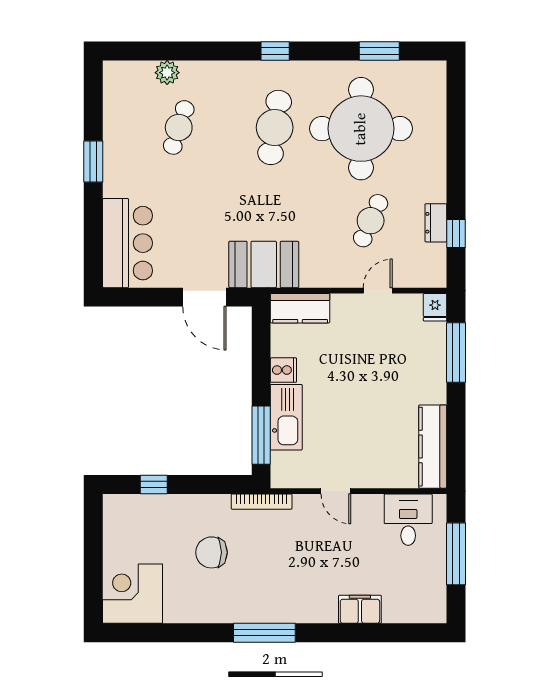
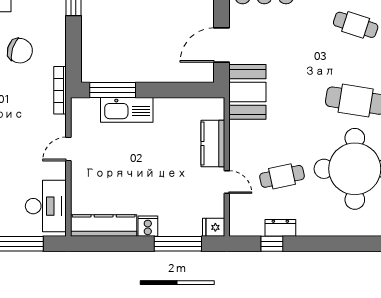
cafe table: (371, 221) -> (282, 176), turned -36
kitchen counter: (300, 308) -> (213, 143), moved
cooker: (283, 370) -> (148, 226), moved, turned 180
desk: (408, 520) -> (46, 206), width x1.37
chair: (212, 552) -> (20, 51), turned 107

